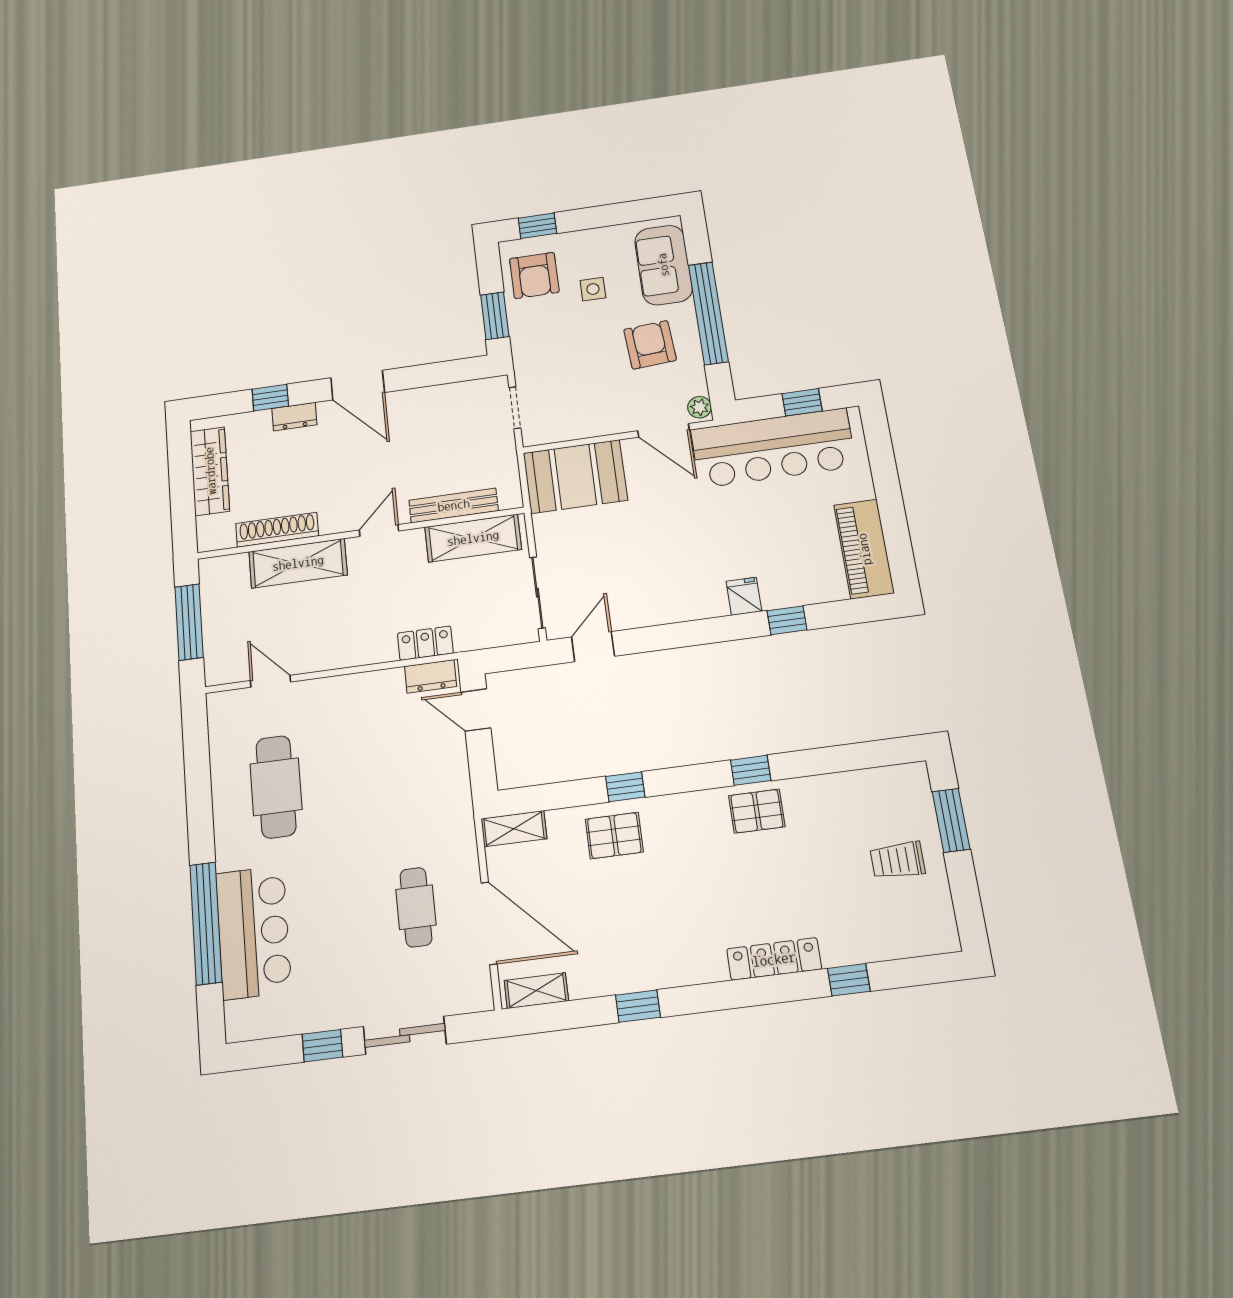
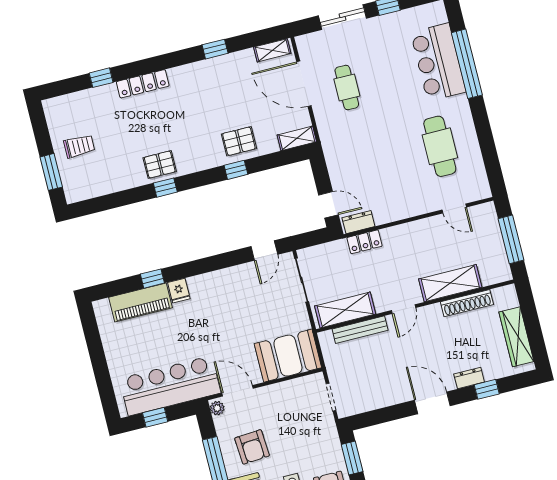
piano: (864, 549) -> (140, 303), moved, turned 90

